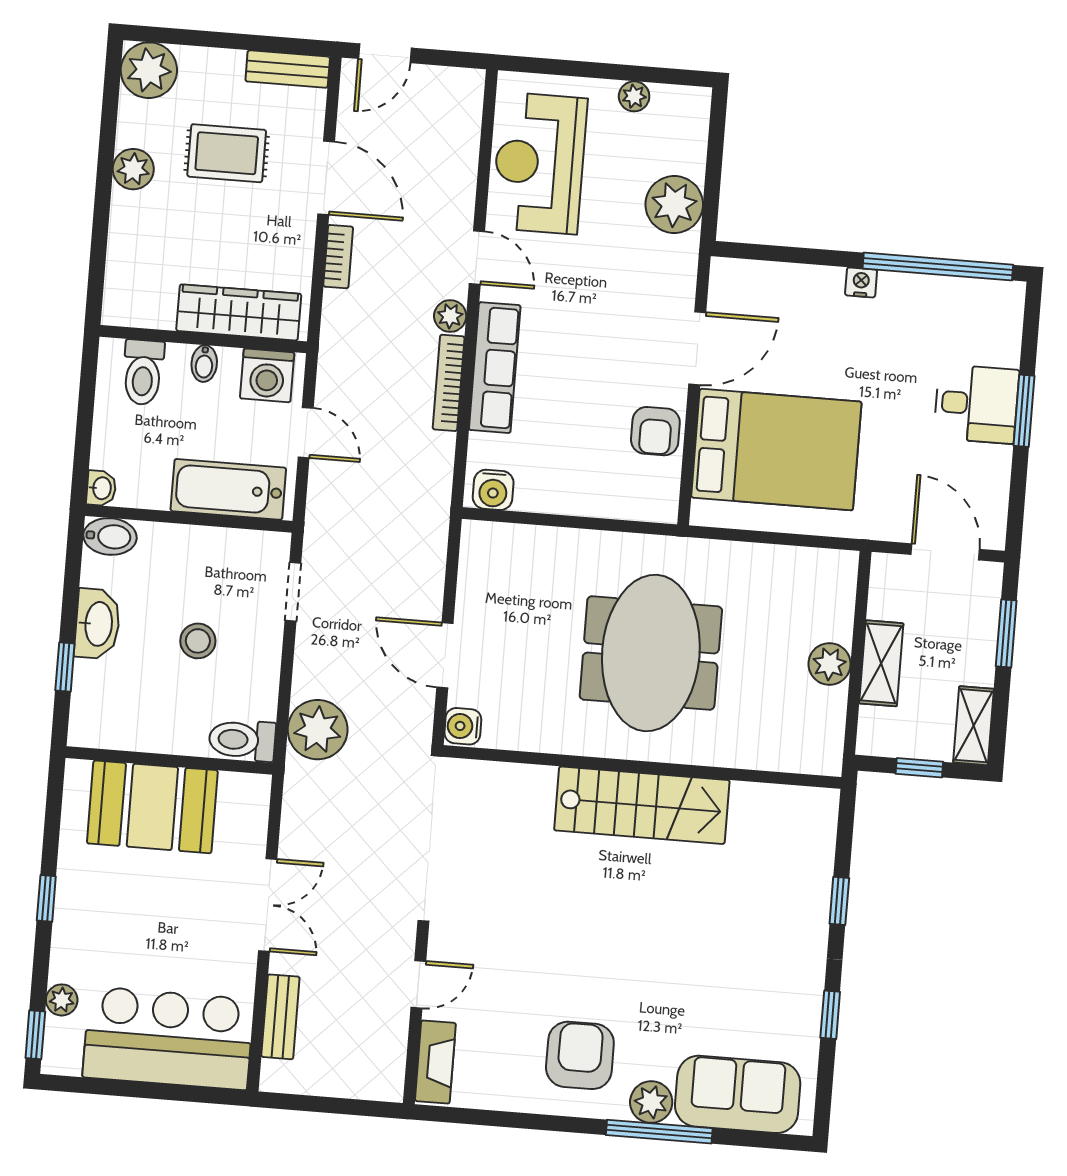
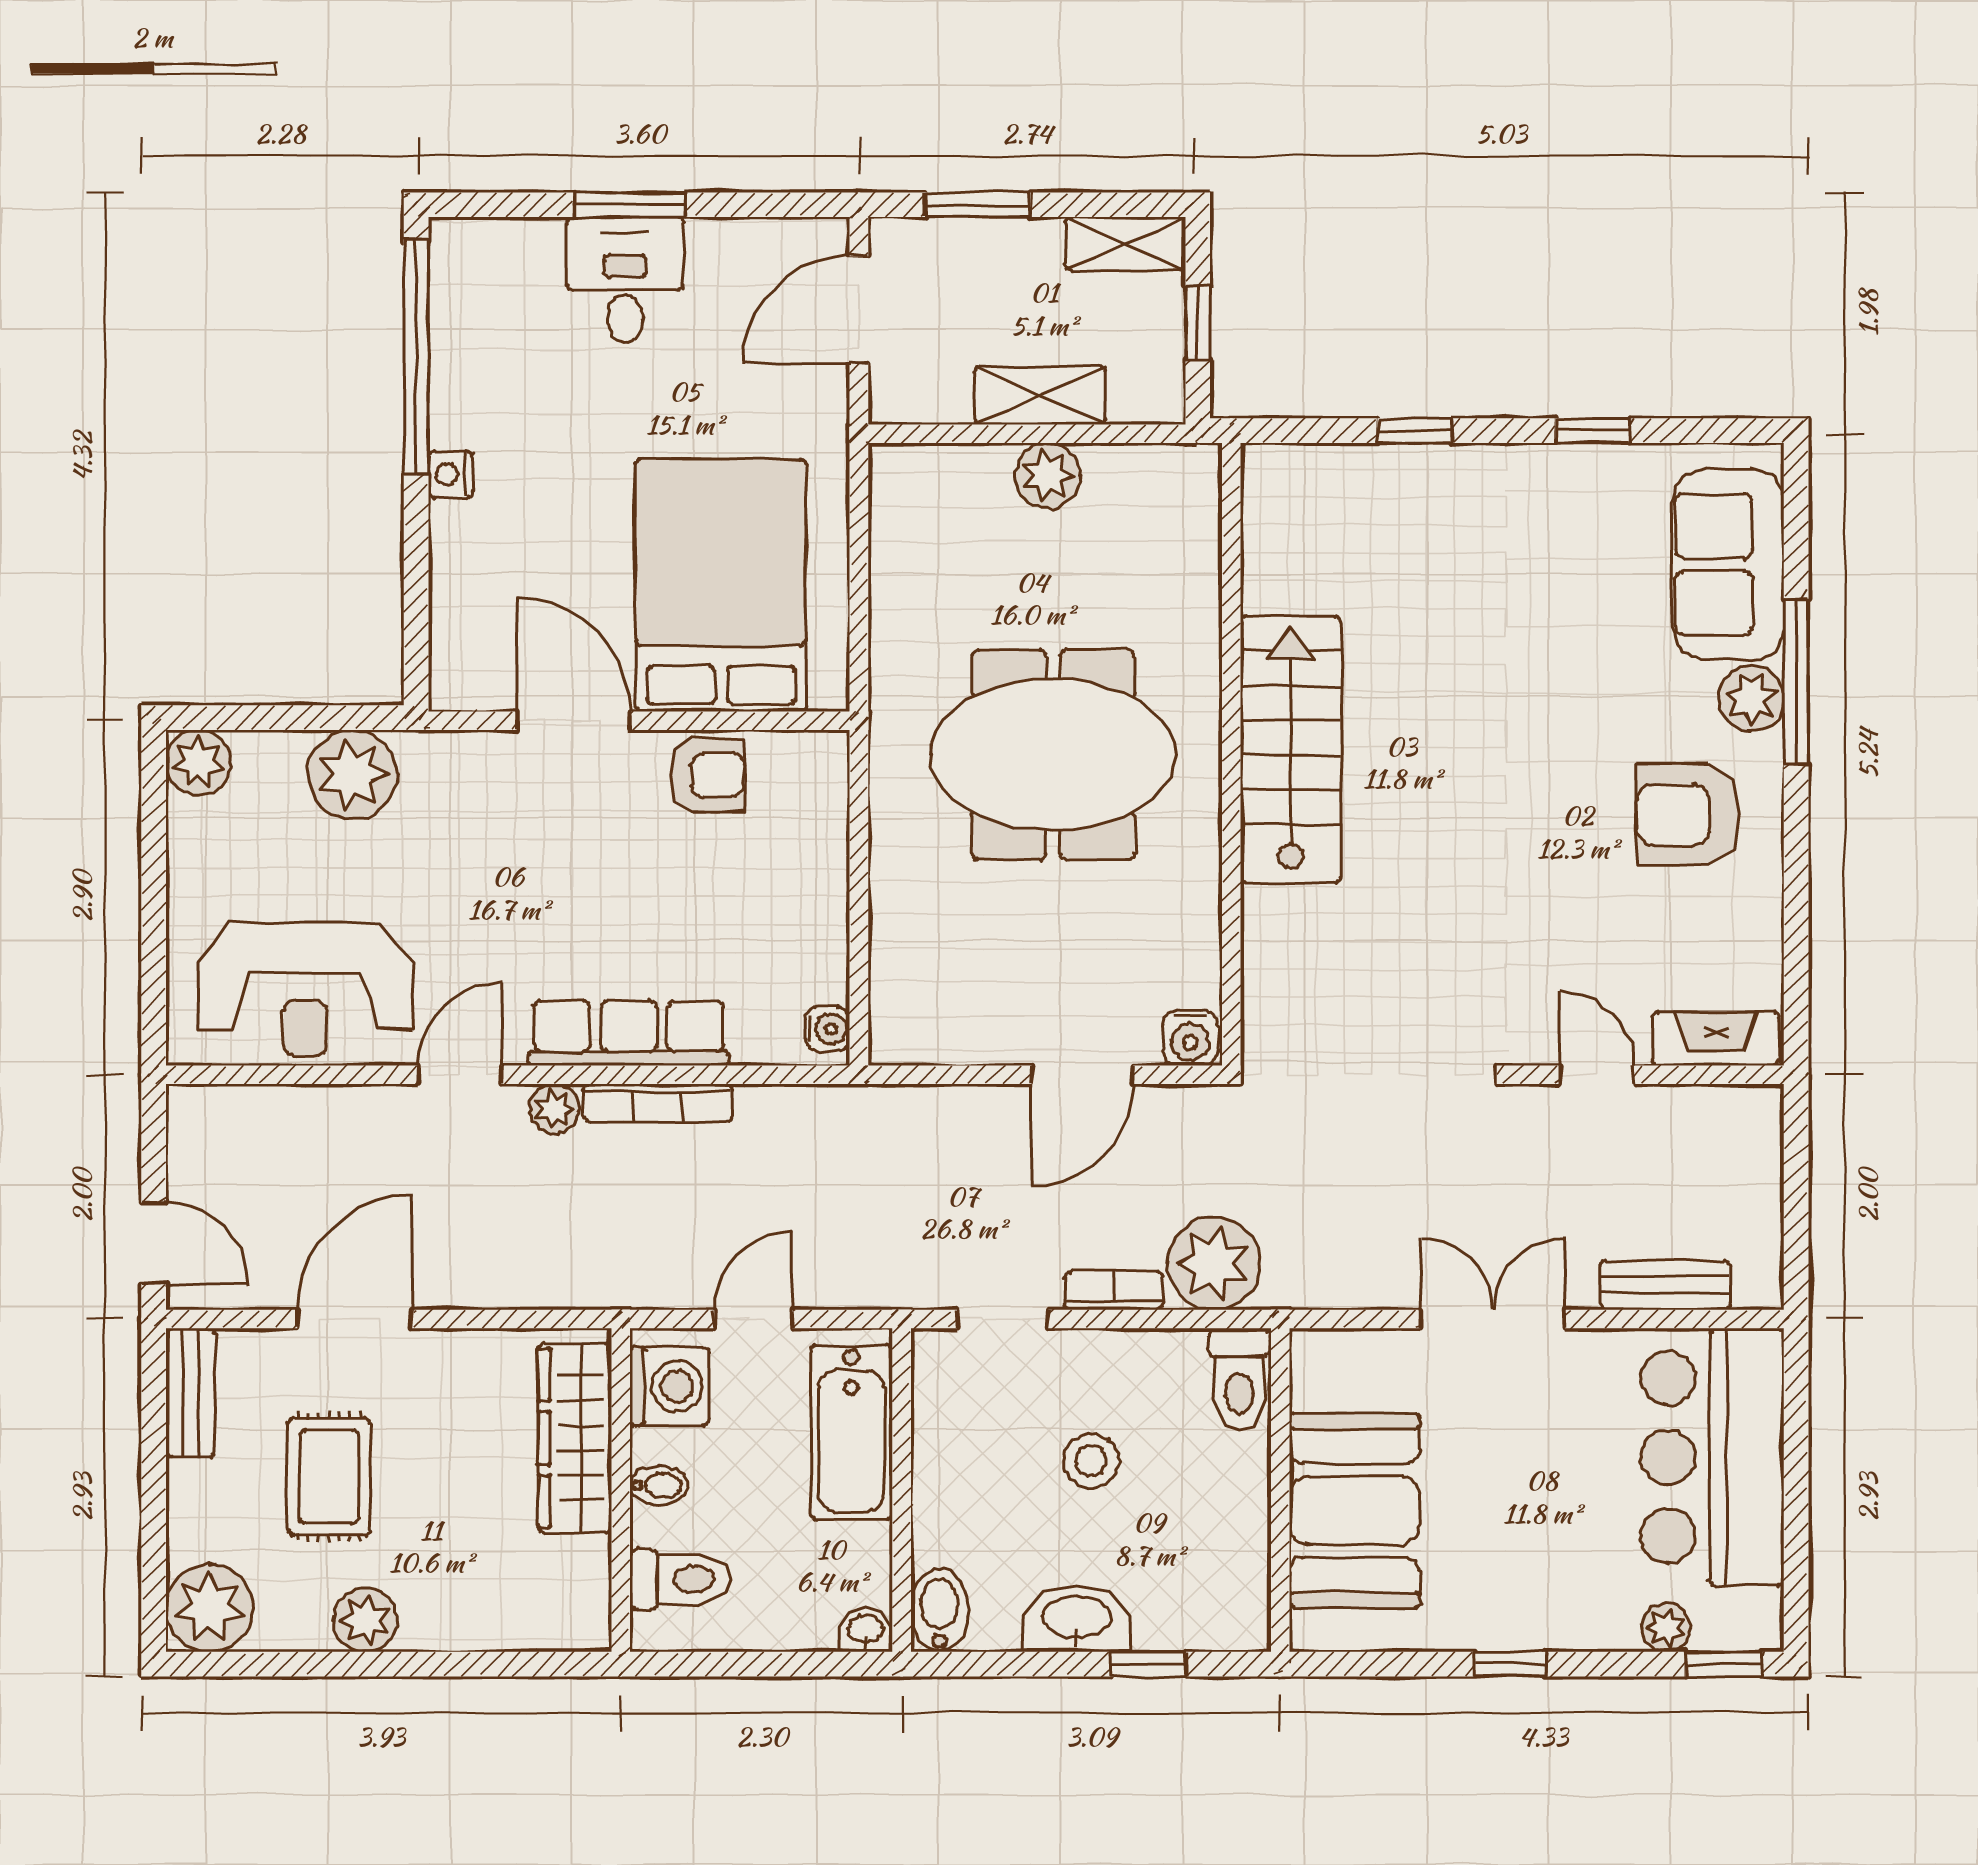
plant: (634, 96) -> (198, 762), moved, width x1.38, depth x1.38
bookcase: (338, 257) -> (1114, 1290), moved
water cooler: (493, 490) -> (828, 1029), width x0.72, depth x0.72

